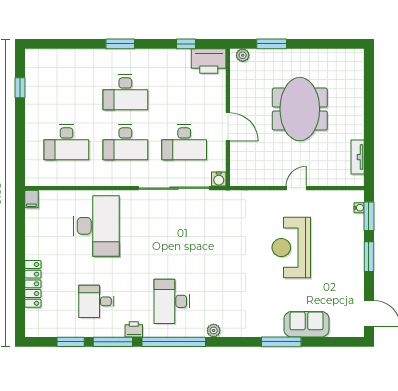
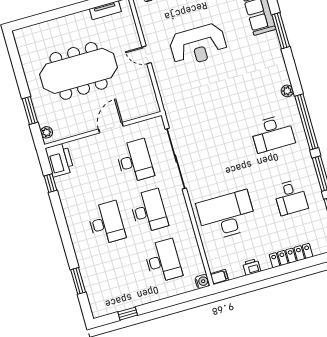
window: (120, 44) -> (78, 281), moved
meeting table: (300, 109) -> (79, 71), width x1.36
water cooler: (219, 179) -> (202, 281), moved
printer: (134, 329) -> (252, 267), moved, turned 90

